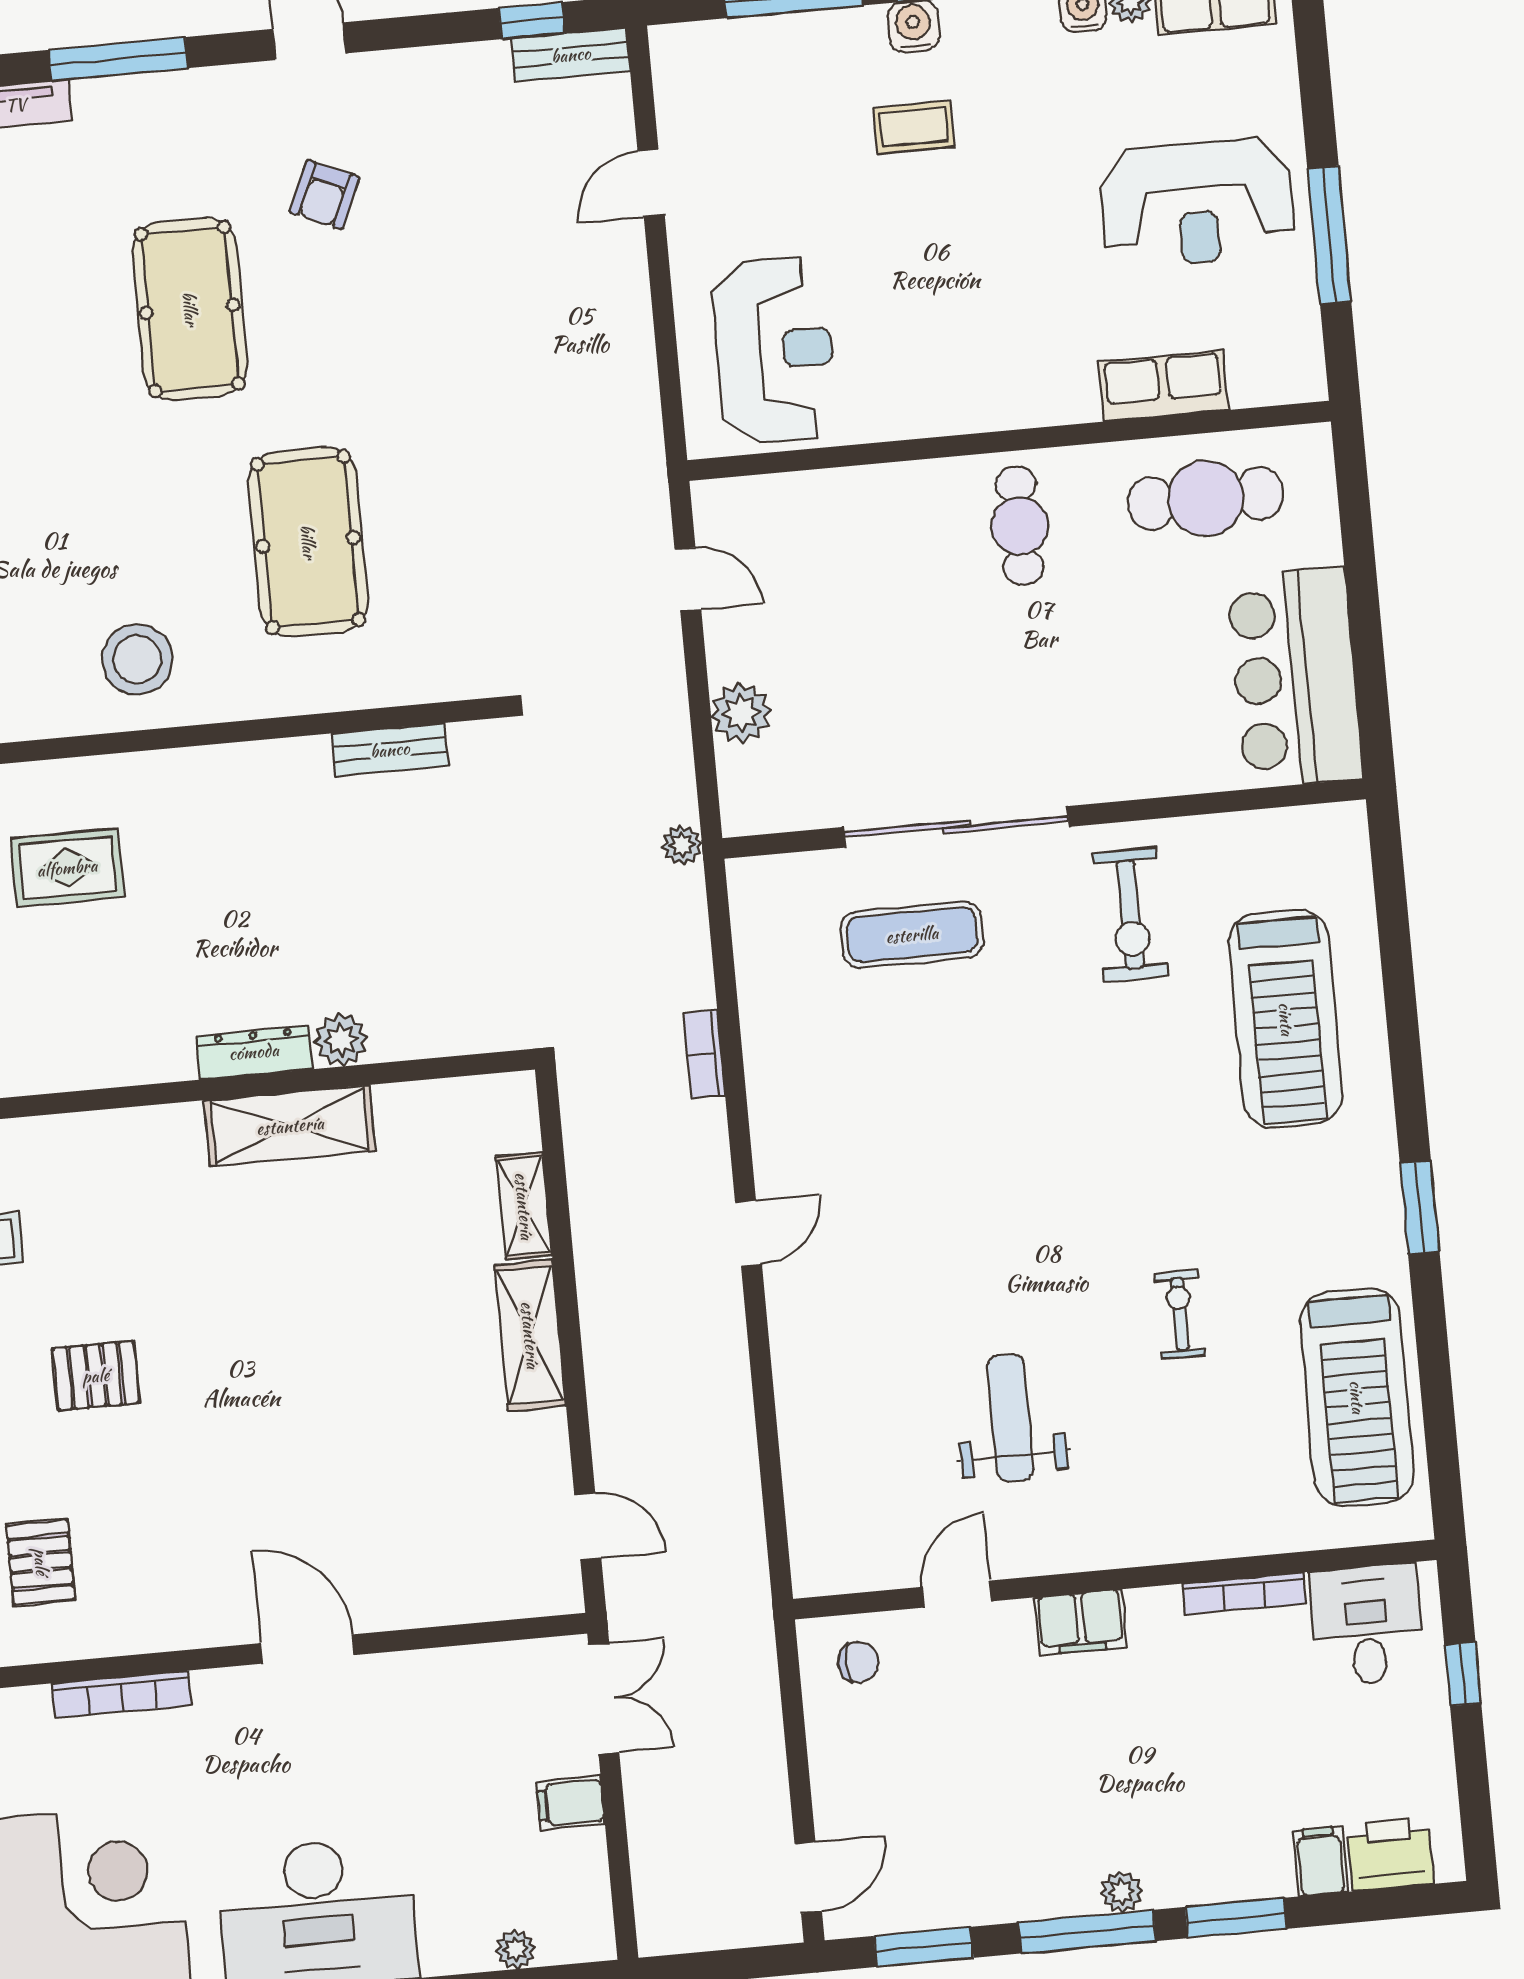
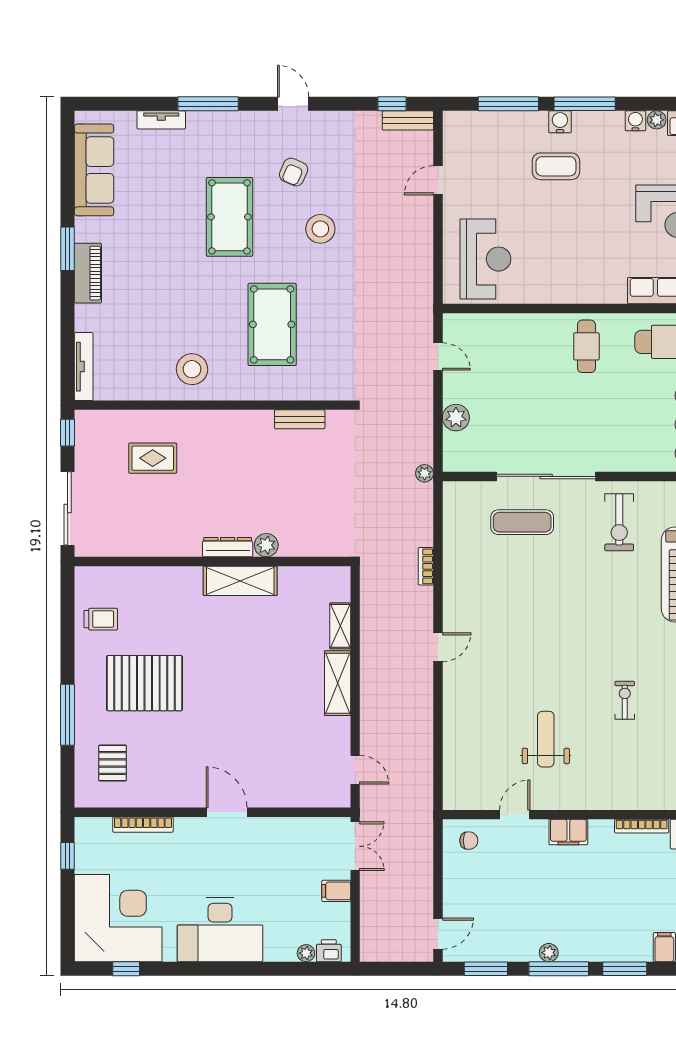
coffee table: (914, 127) -> (556, 166), width x1.36, depth x1.30
stool: (397, 317) -> (320, 229), added
pallet: (96, 1376) -> (144, 683), width x2.05, depth x2.00
plant: (1121, 1892) -> (549, 953), moved
printer: (566, 1939) -> (329, 951), added

